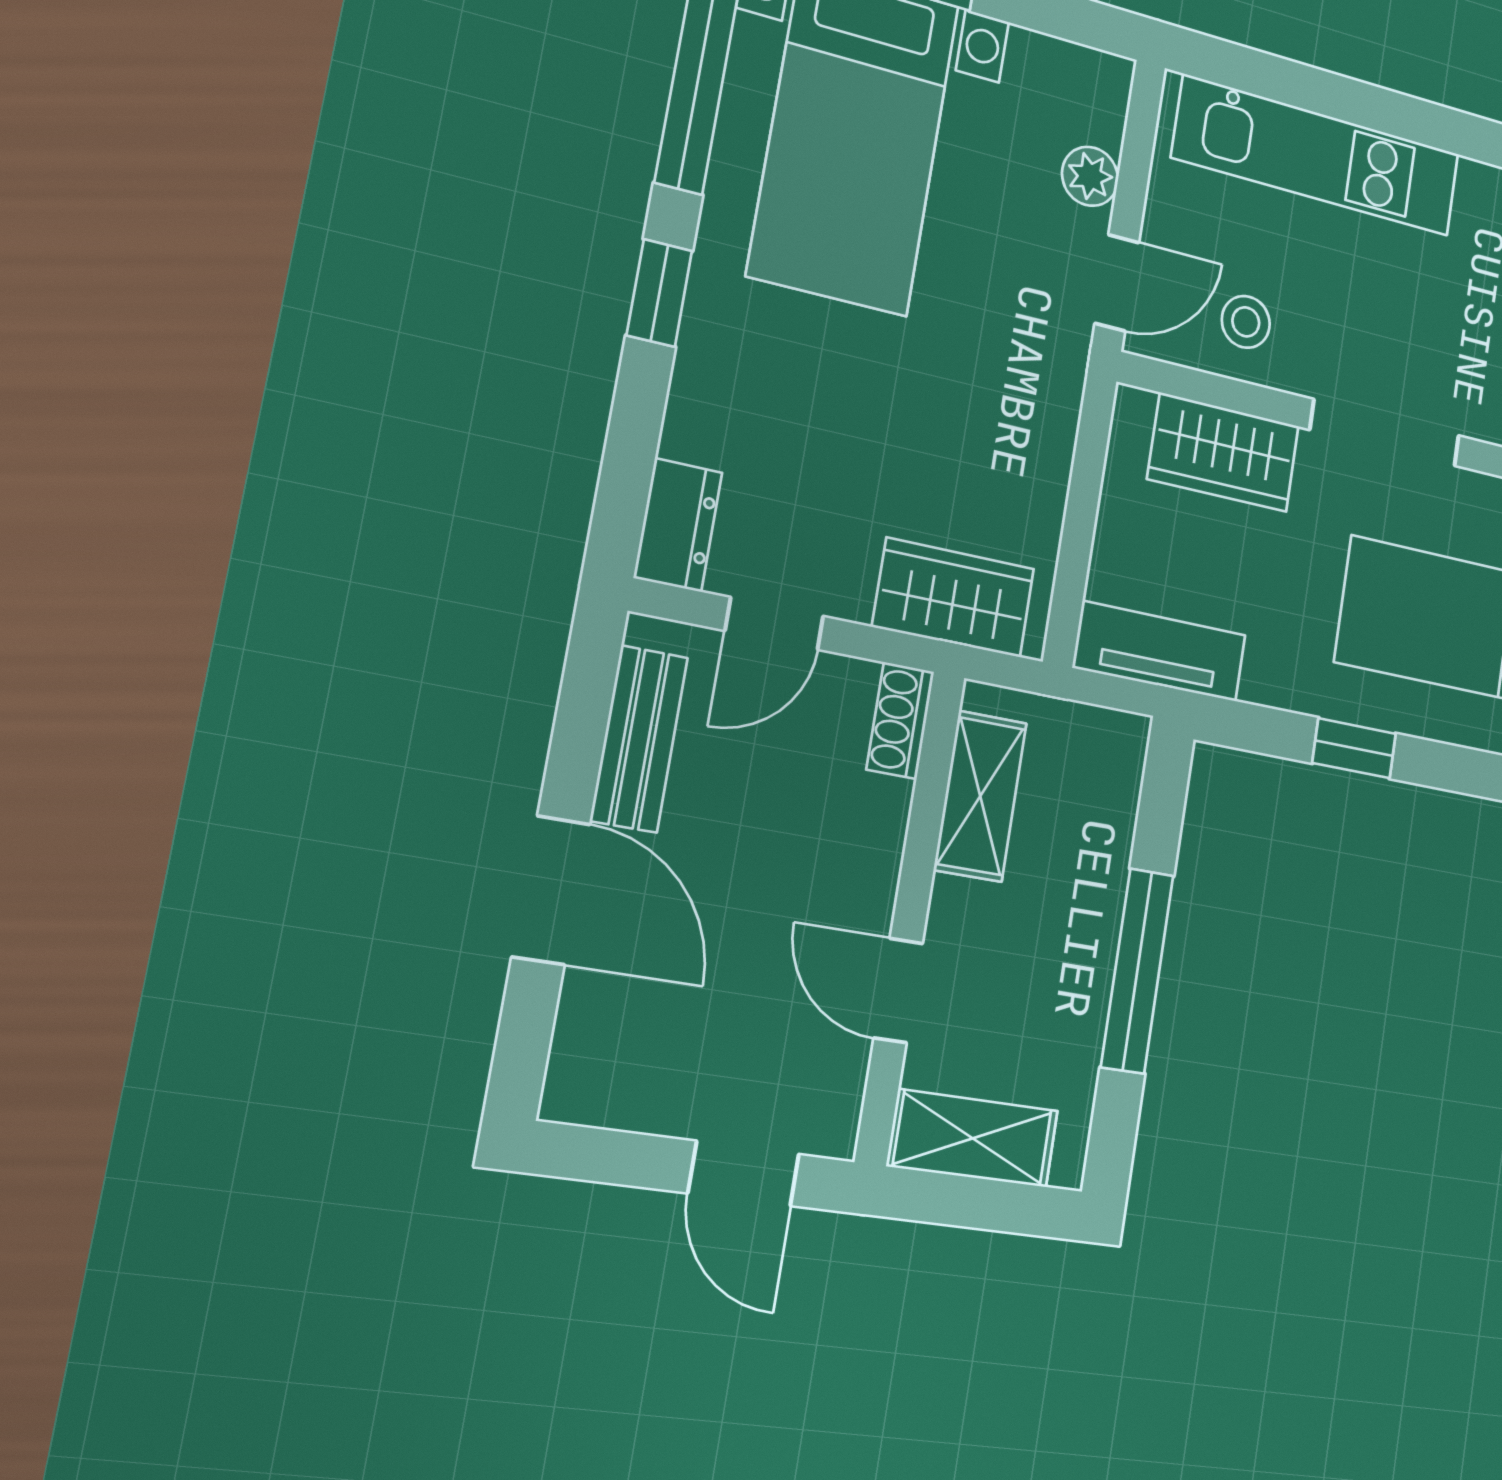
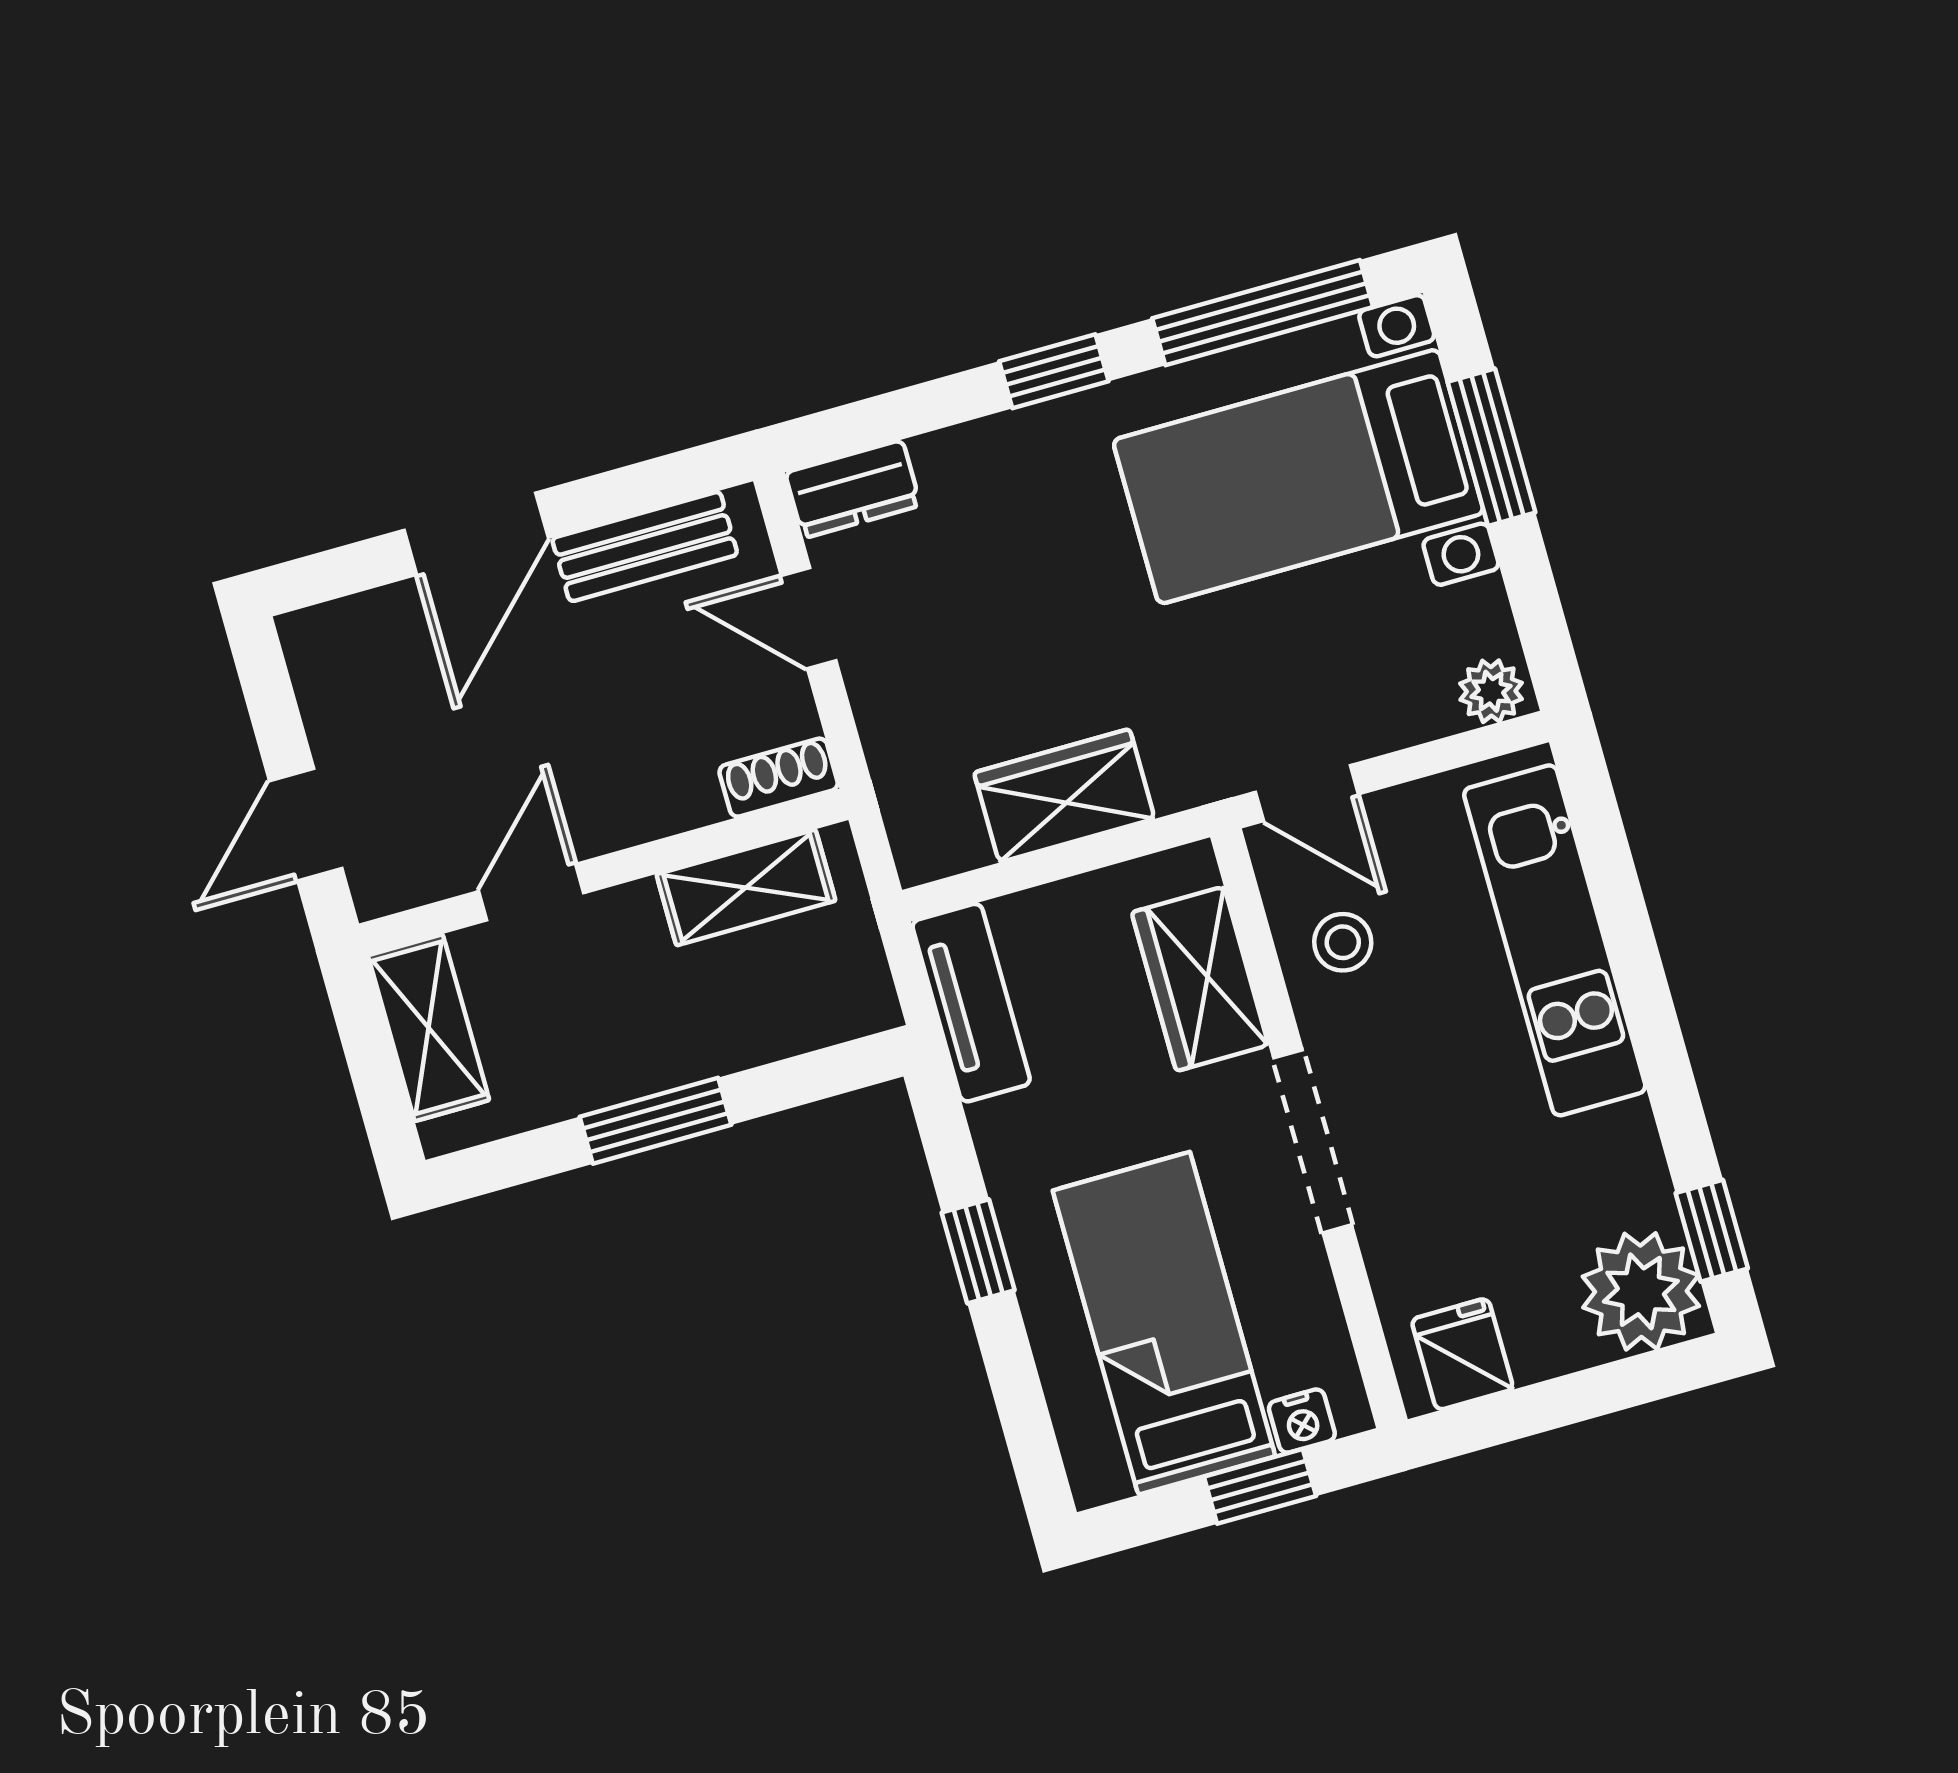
plant: (1090, 176) -> (1491, 691), moved
wardrobe: (954, 598) -> (1064, 796), moved, turned -90
window: (1137, 971) -> (655, 1121), width x0.69

